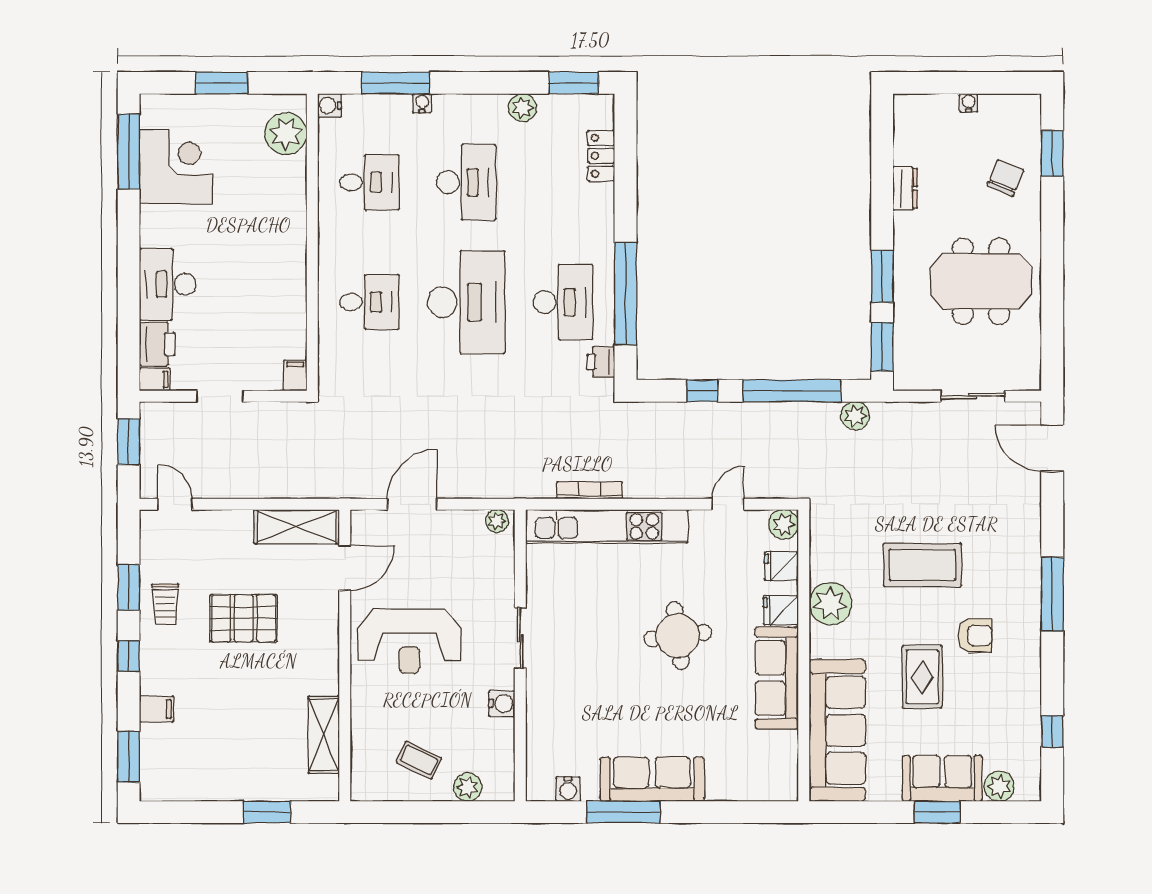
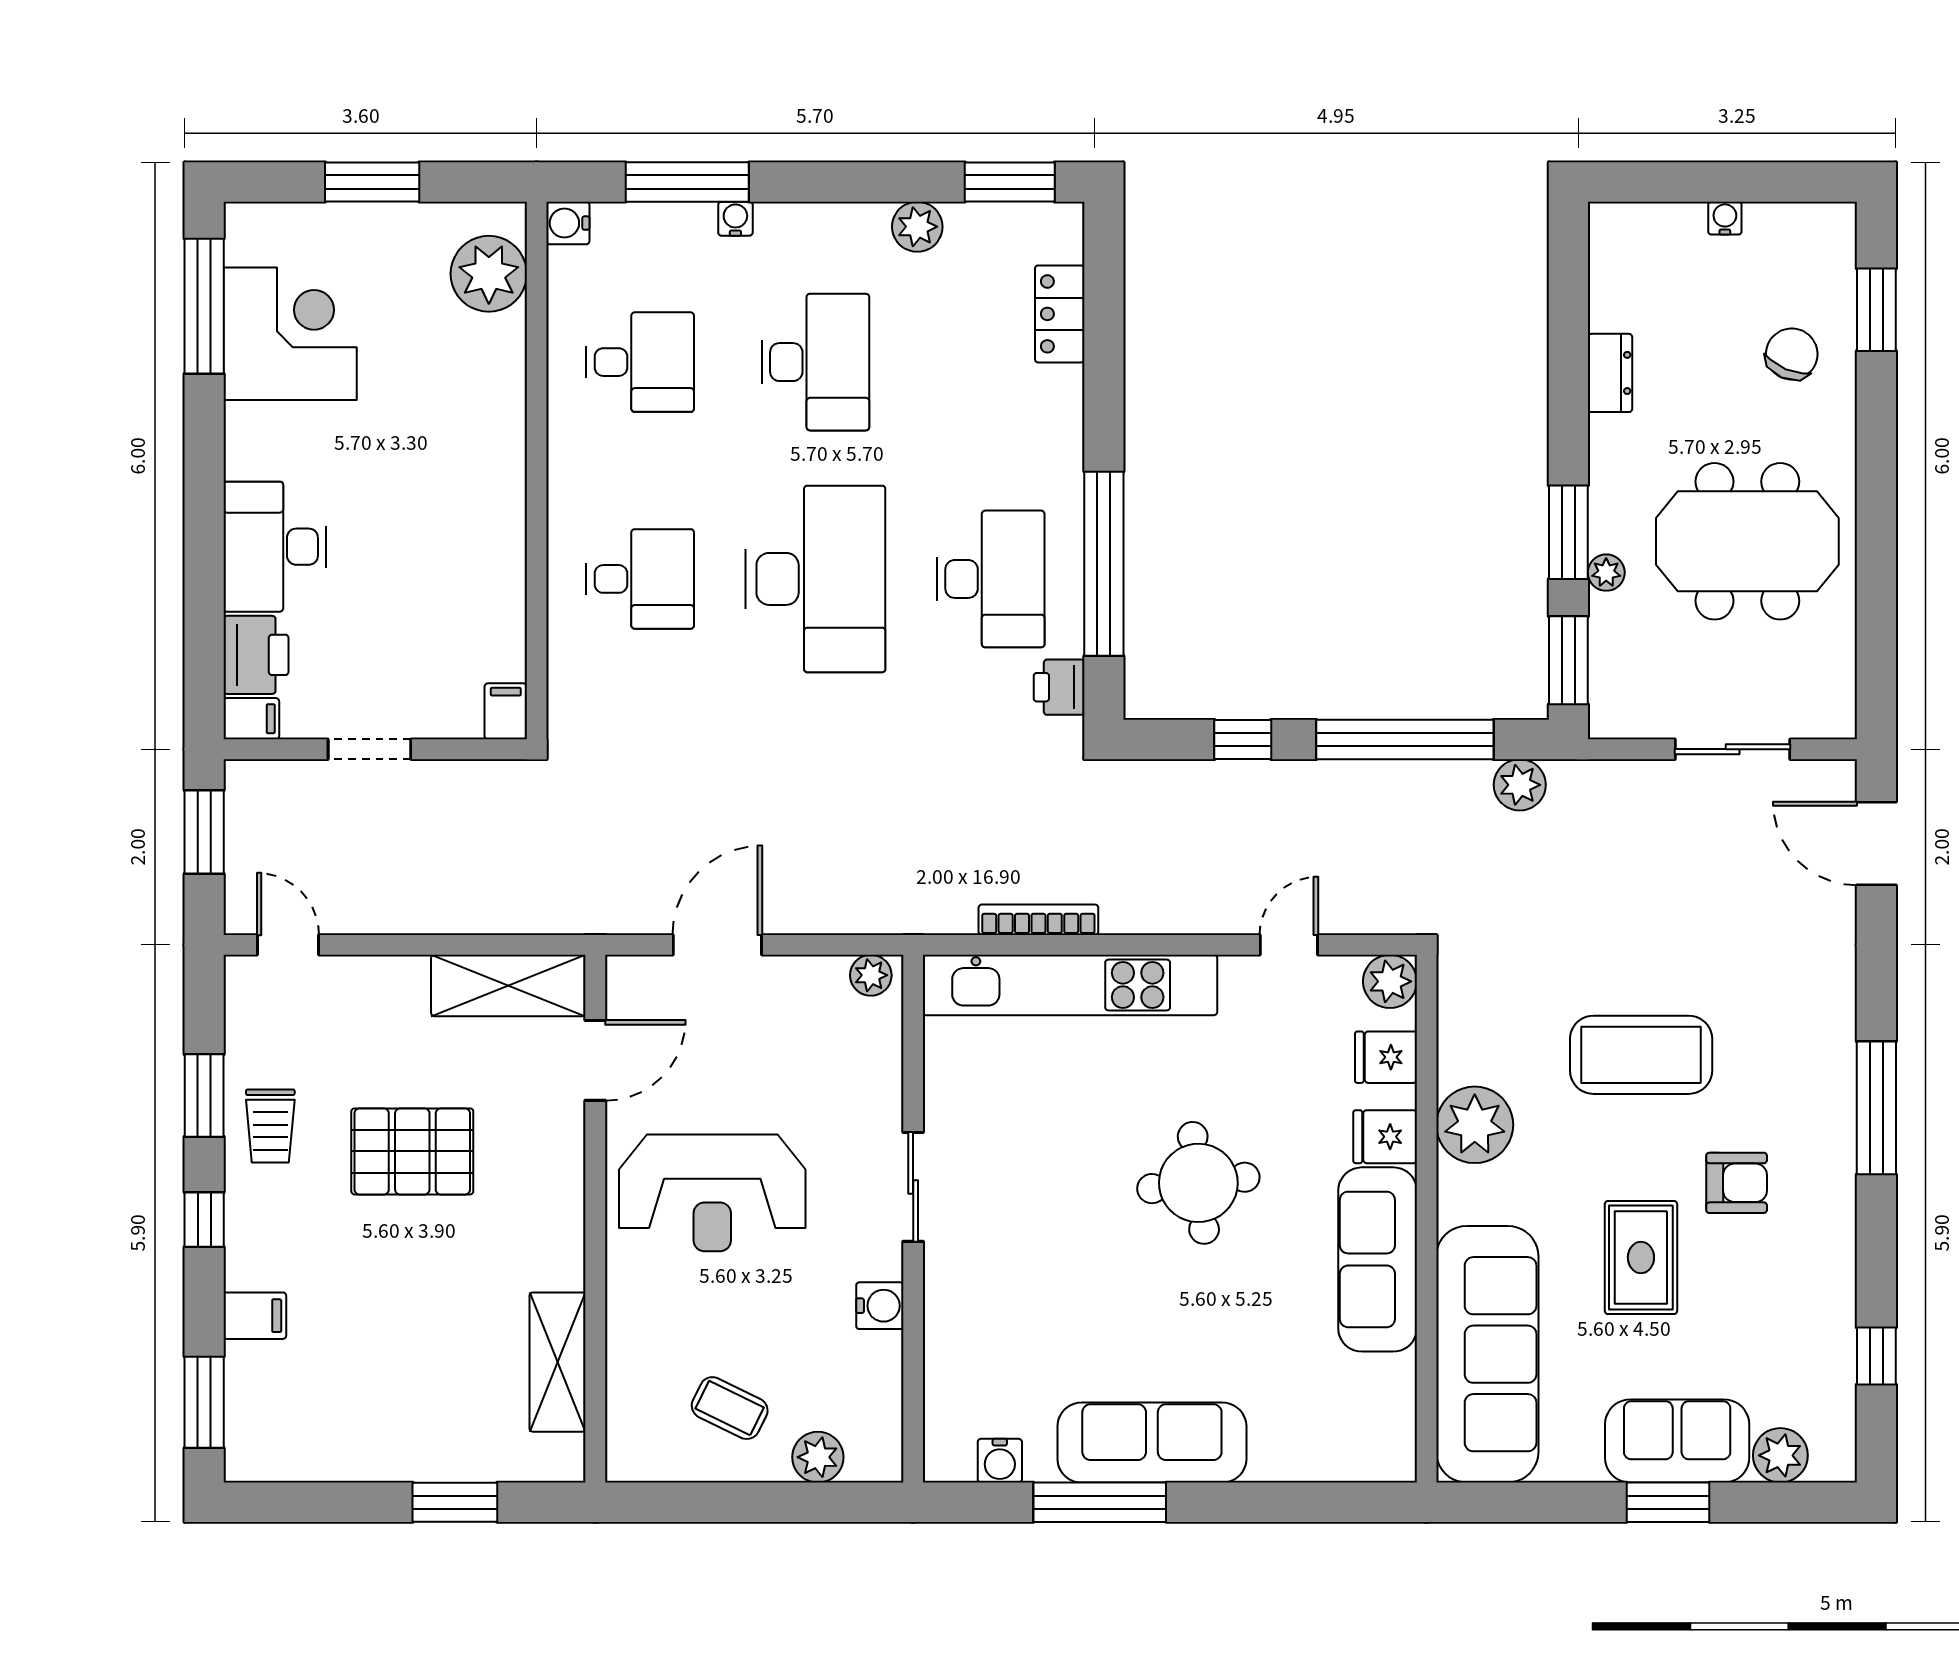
plant: (903, 299) -> (1606, 573), added

